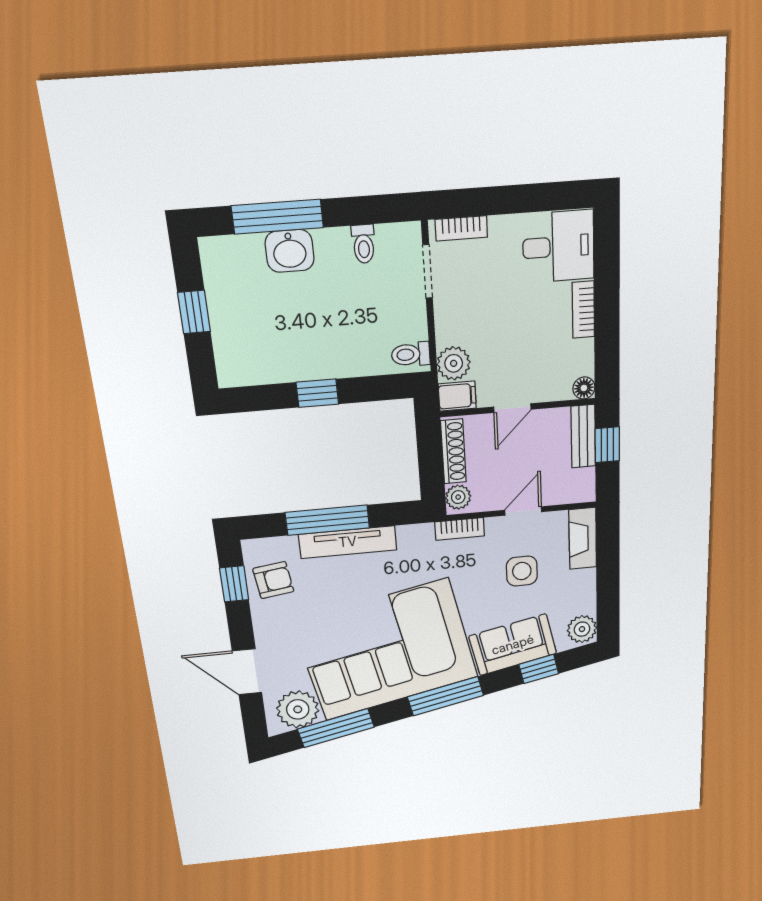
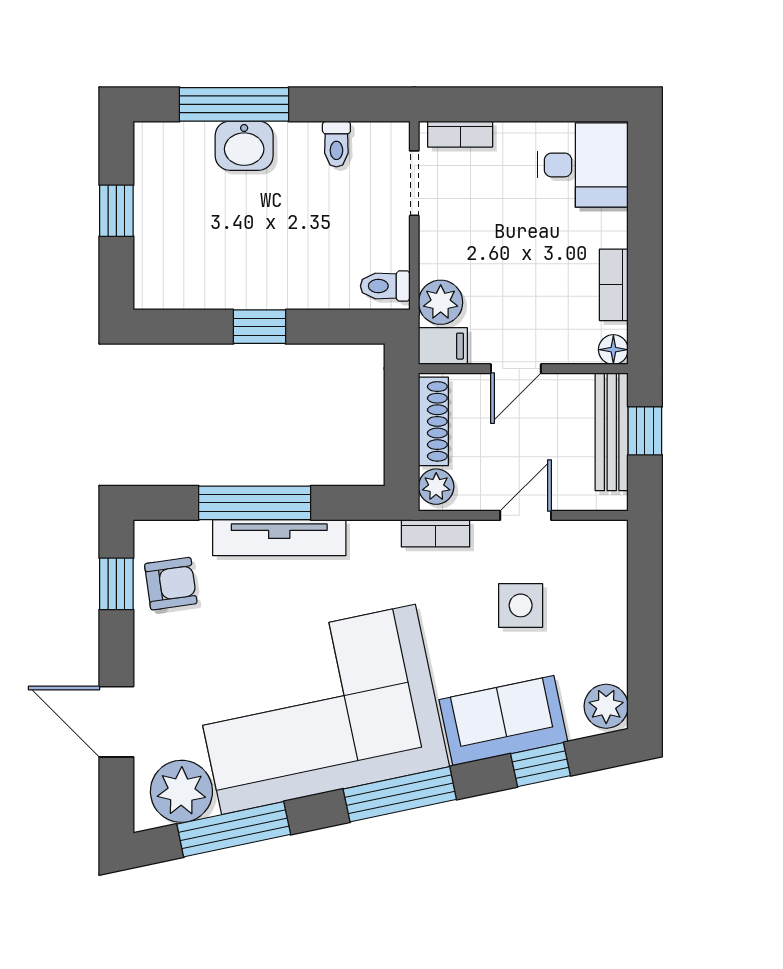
bookcase: (583, 310) -> (614, 285), moved
bench: (583, 436) -> (612, 432), width x1.36
fireplace: (583, 539) -> (609, 565), removed

